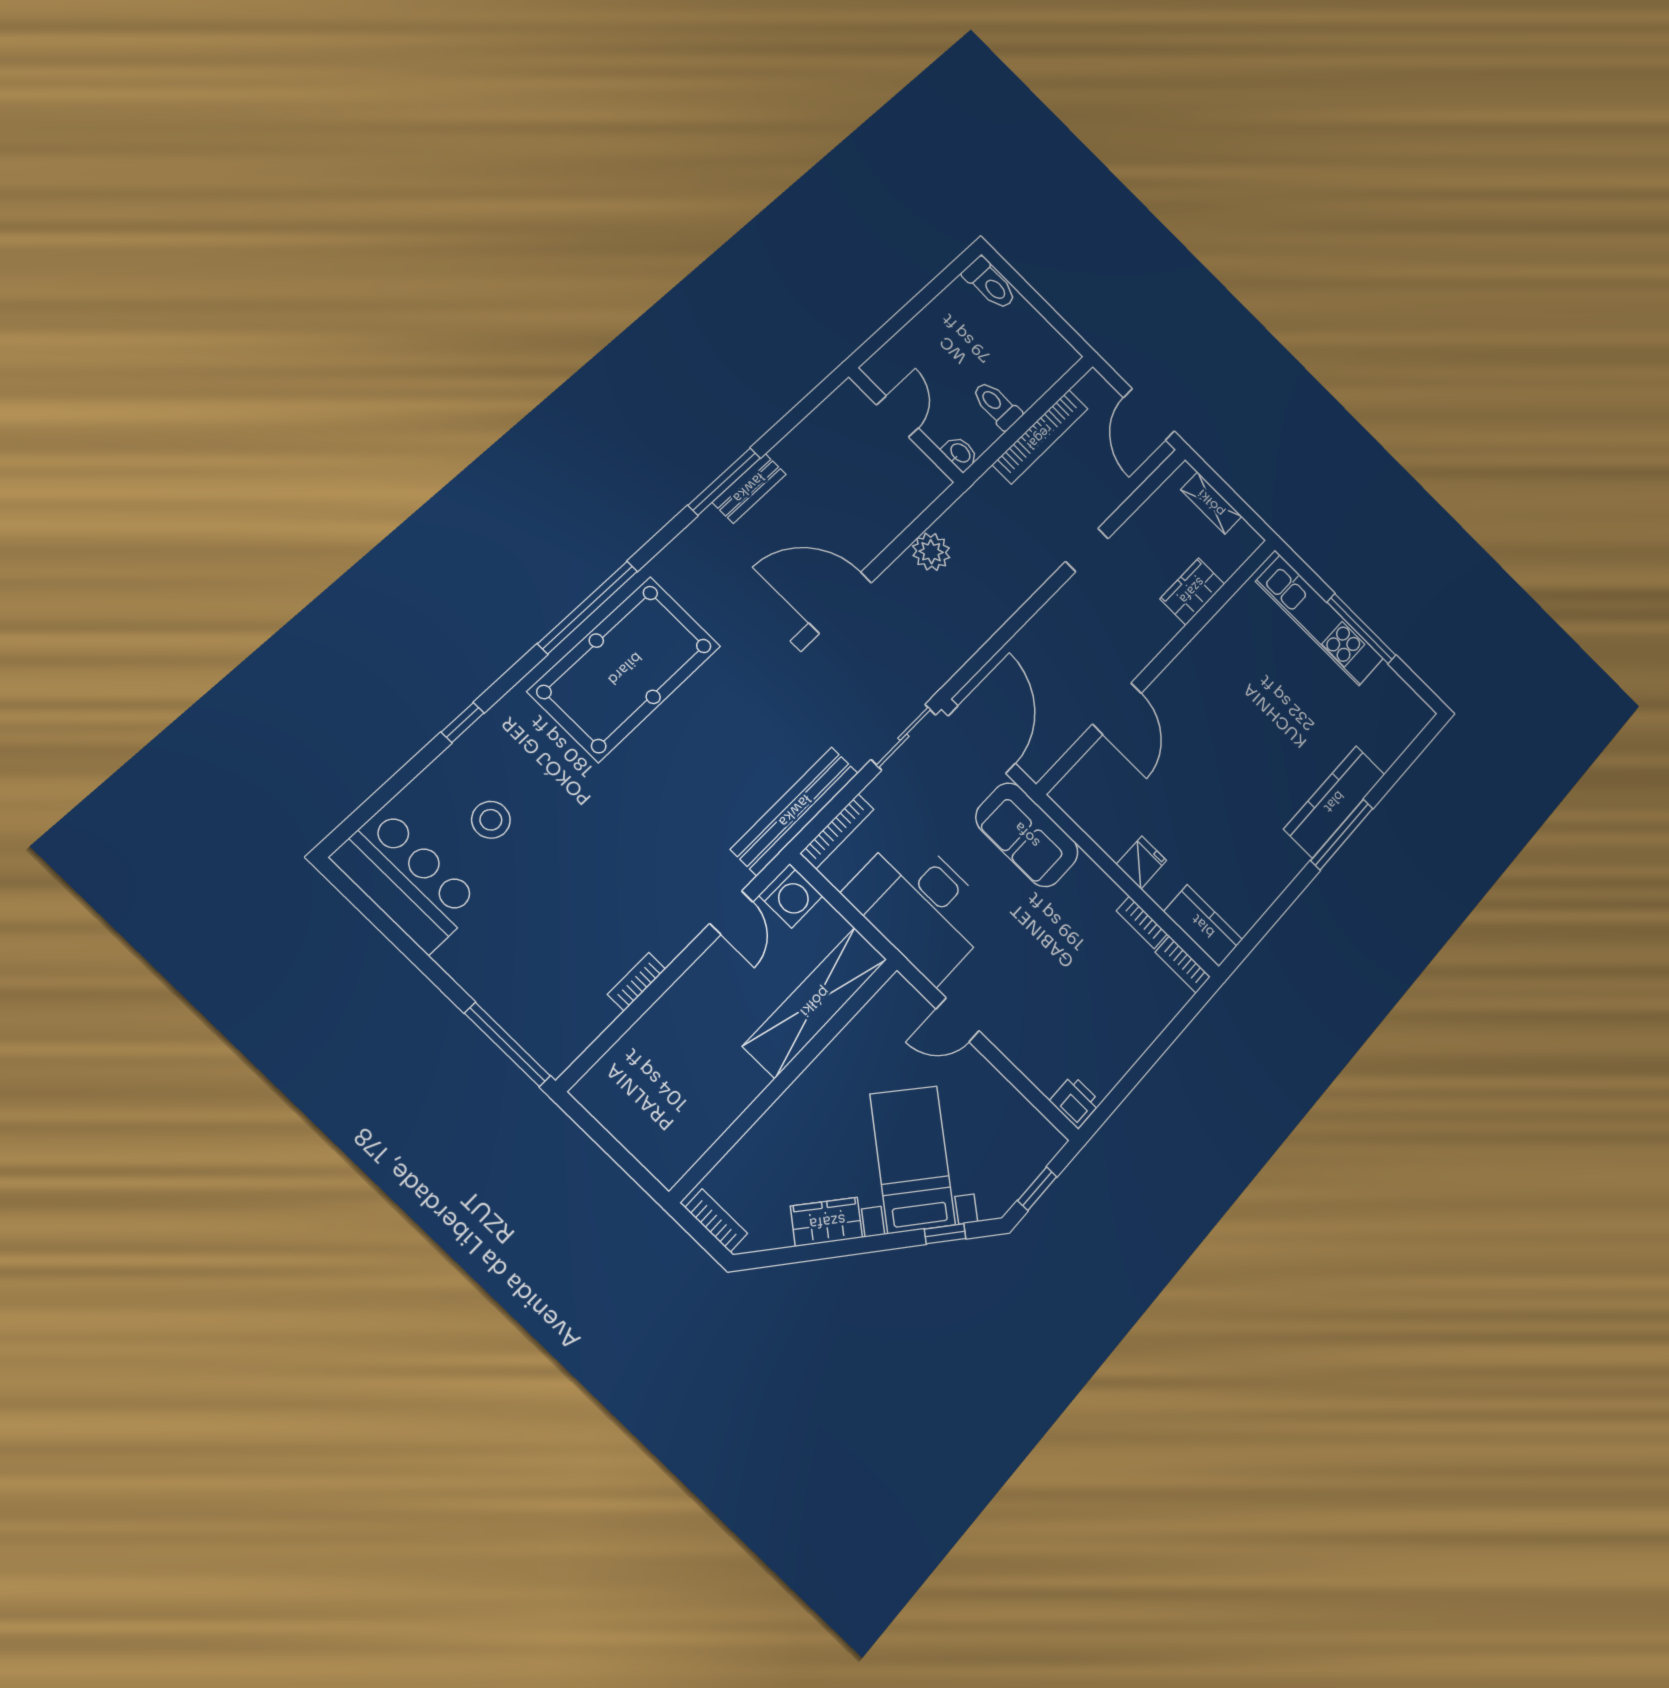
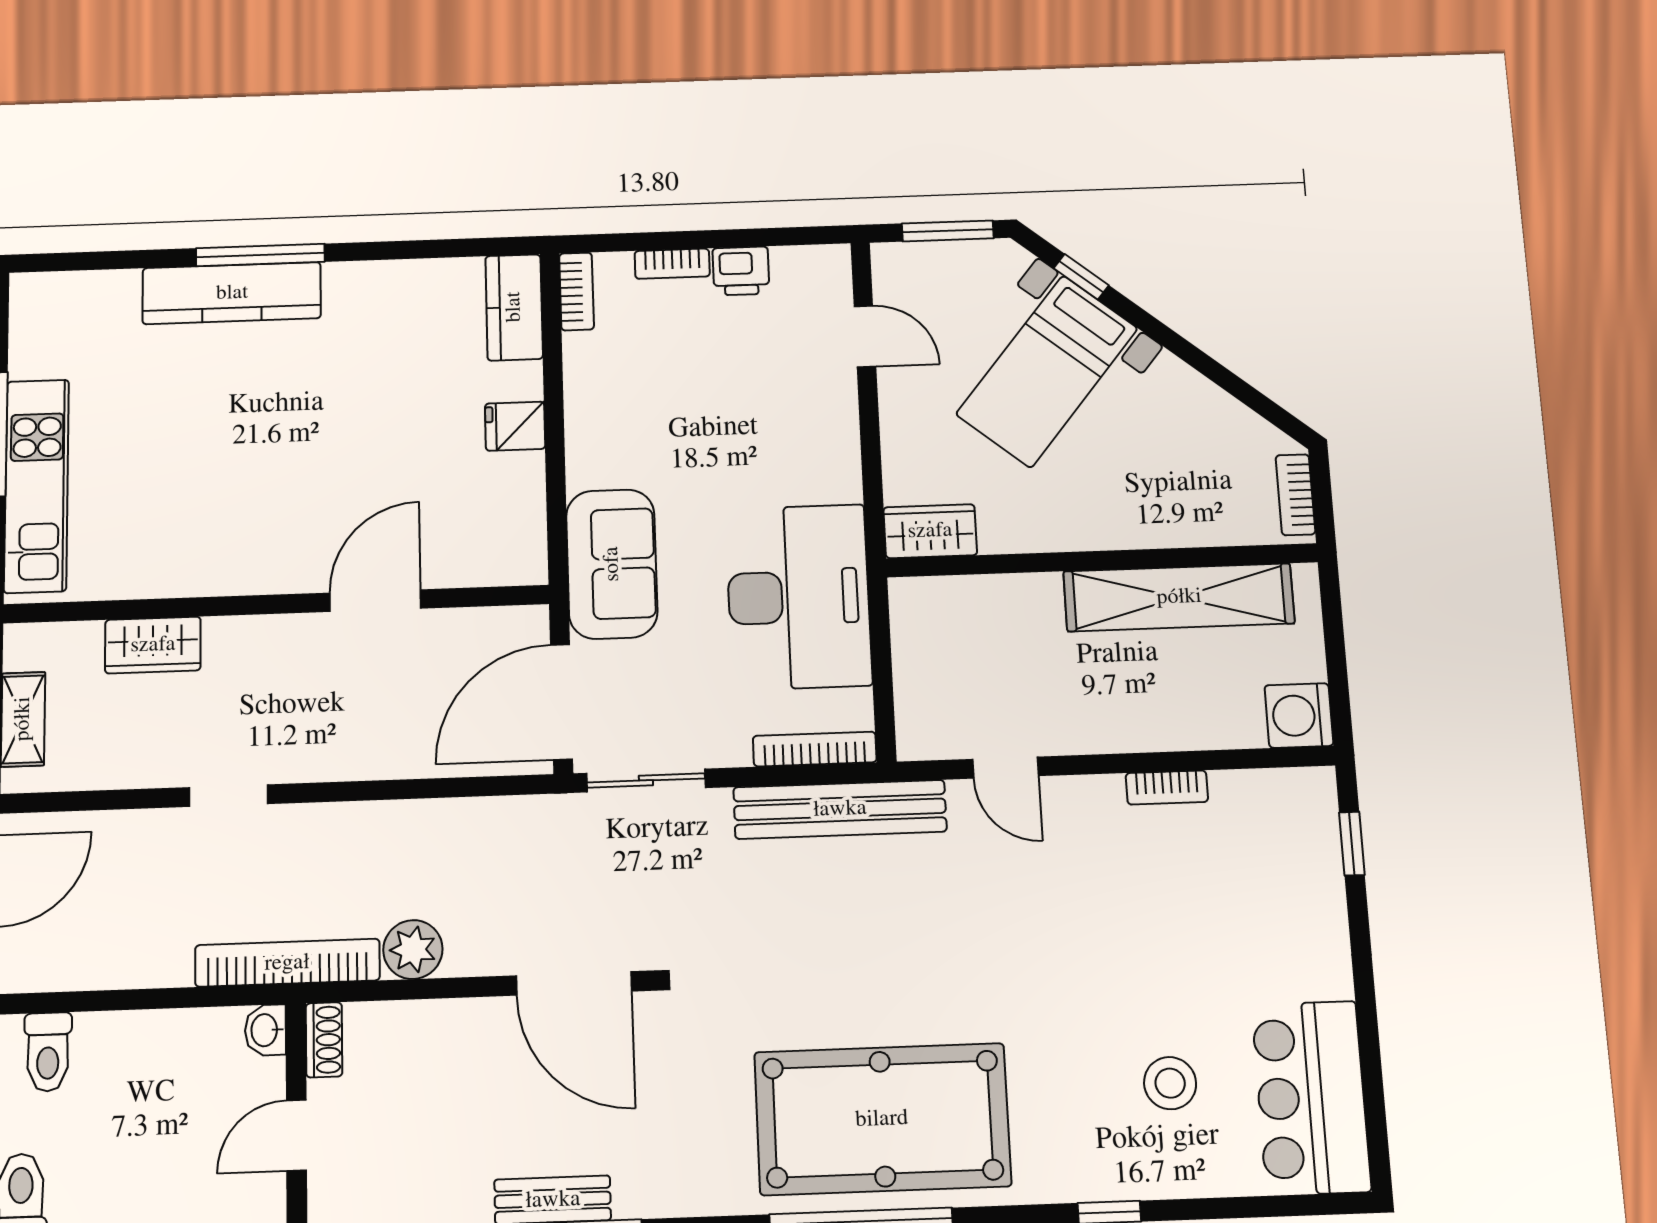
toilet: (997, 405) -> (48, 1052), moved
bookcase: (1040, 437) -> (287, 963), moved
shoe rack: (929, 472) -> (324, 1040), added
washing machine: (791, 896) -> (1299, 715), moved, turned -90
door: (731, 913) -> (1006, 768), swing flipped
bookcase: (1142, 922) -> (672, 264), moved, turned 90
shelving: (815, 1002) -> (1179, 597), moved
door: (958, 1020) -> (865, 336), moved
window: (507, 1045) -> (1352, 844), width x0.46
printer: (1075, 1102) -> (741, 271), moved, turned -90
window: (1037, 1189) -> (948, 231), width x1.50
wardrobe: (827, 1222) -> (930, 531), moved, turned 141

